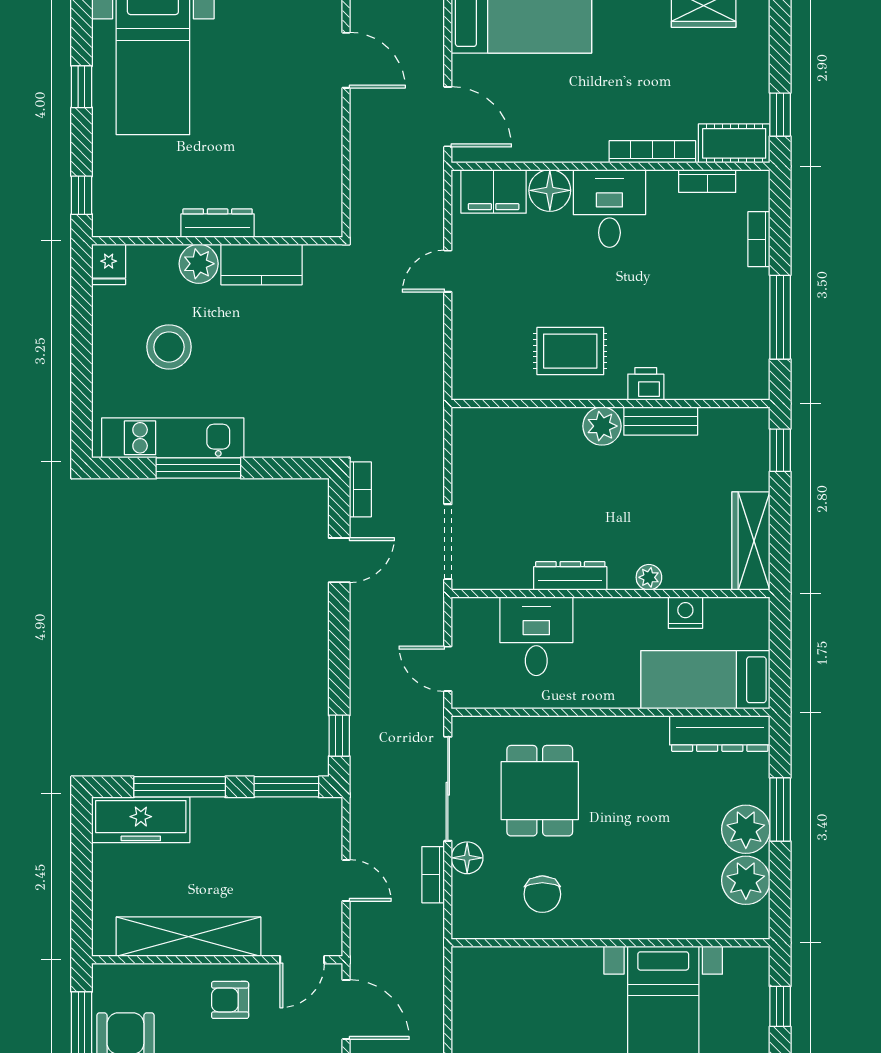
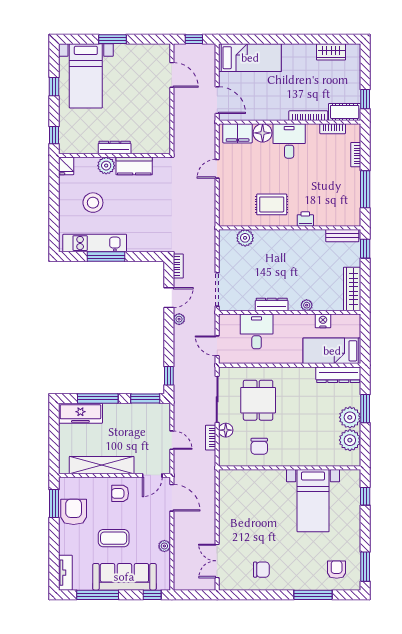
bench: (661, 421) -> (342, 236), moved
plant: (602, 426) -> (245, 238), moved
plant: (362, 609) -> (179, 319), added

